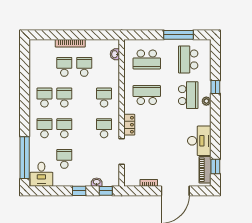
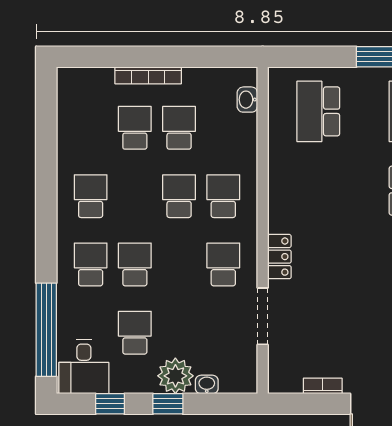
school desk: (147, 59) -> (318, 111), turned 90
school desk: (147, 95) -> (318, 191), removed
school desk: (64, 98) -> (179, 196), moved
plant: (83, 178) -> (175, 376), added
window: (106, 191) -> (110, 404), moved

